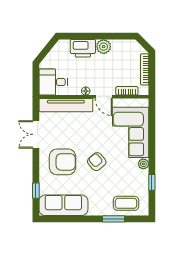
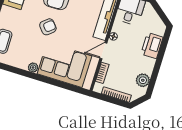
plant: (104, 47) -> (143, 80), moved
window: (152, 182) -> (14, 70), removed

